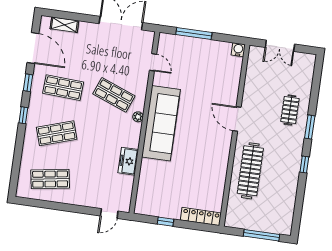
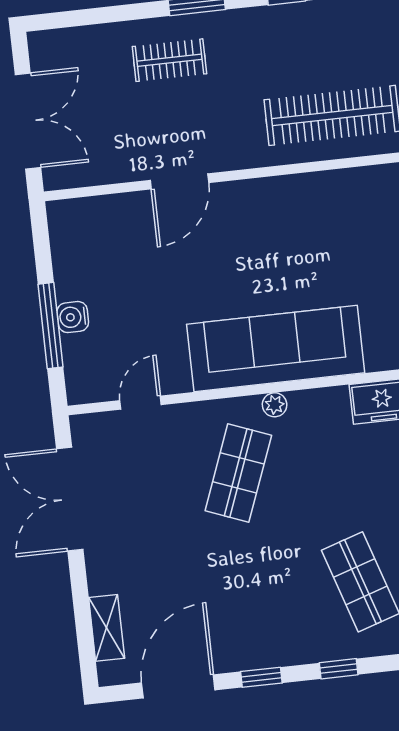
double door: (280, 46) -> (28, 121), width x1.37
water cooler: (238, 50) -> (73, 317), moved
shop shelf: (63, 88) -> (252, 594), removed
door: (237, 119) -> (179, 181), moved

